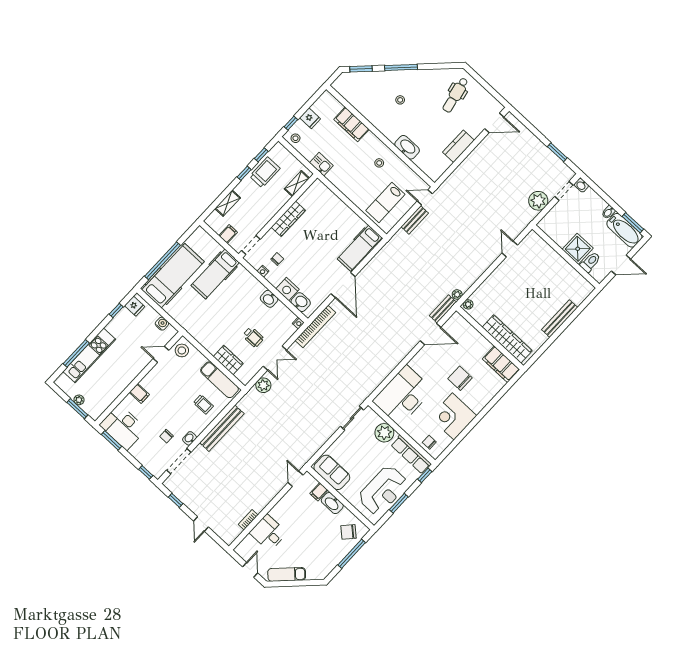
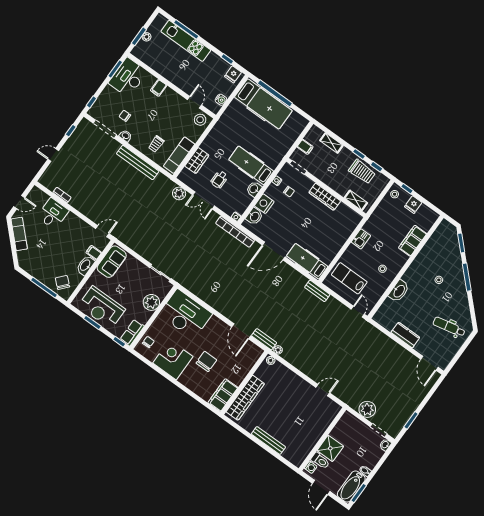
kitchen sink: (321, 164) -> (361, 239), moved
bench: (415, 220) -> (317, 291), moved
hospital bed: (215, 274) -> (251, 165), moved
washing machine: (596, 274) -> (311, 467), added
row of seats: (411, 454) -> (132, 333), width x0.68

